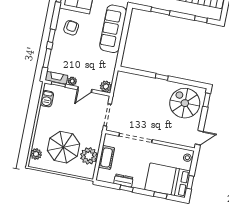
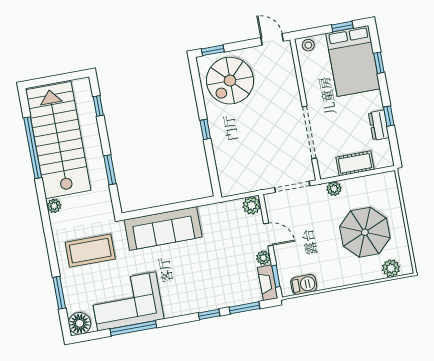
armchair: (71, 28) -> (186, 290), removed
plant: (89, 156) -> (334, 189), moved, width x0.53, depth x0.53

